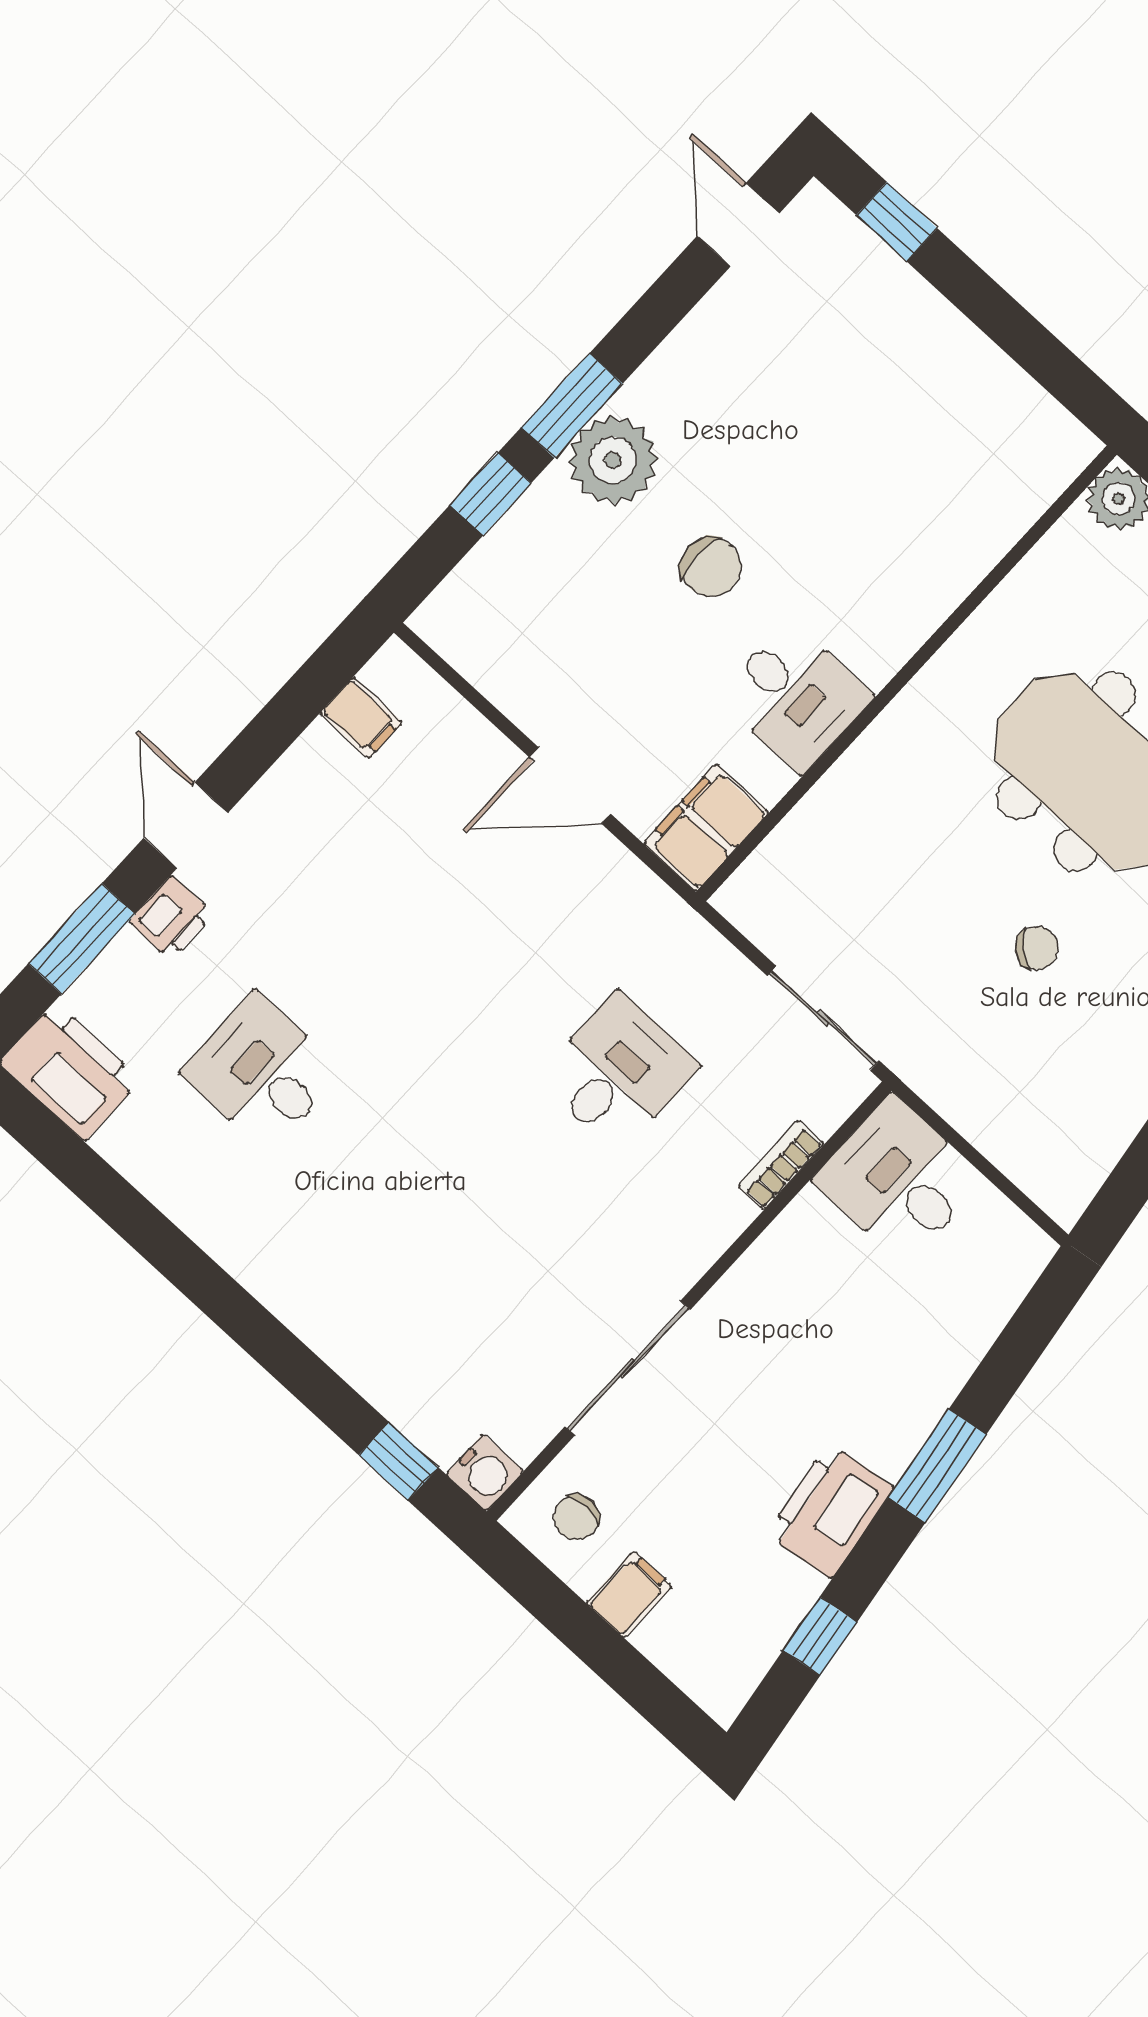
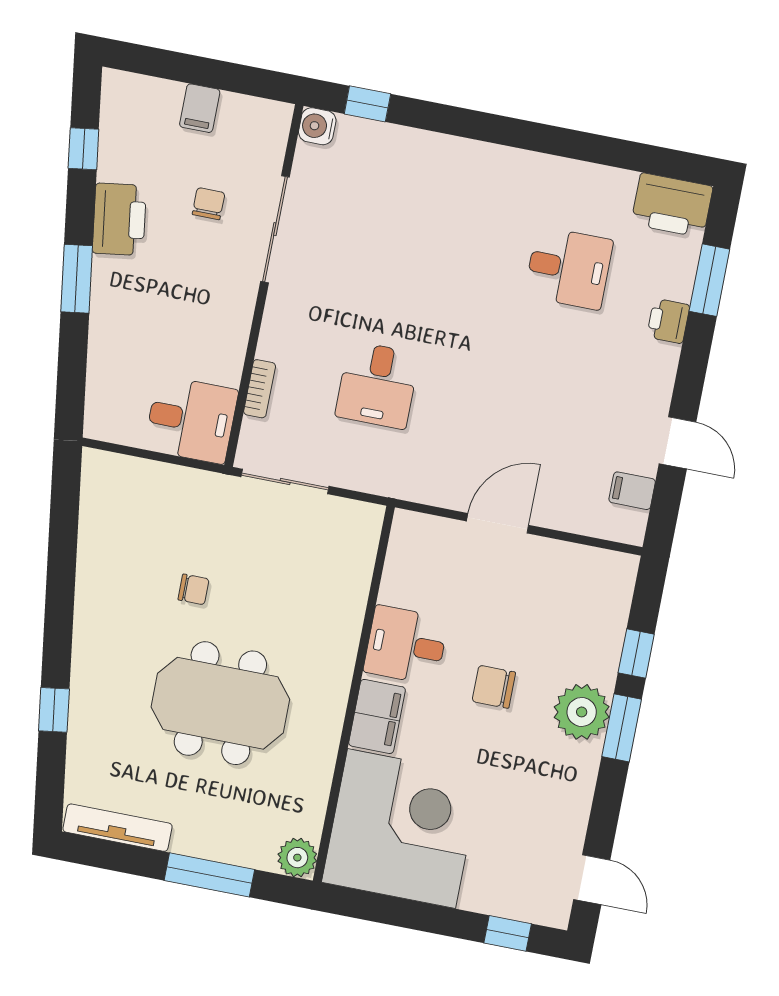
corner desk: (954, 452) -> (401, 829), added
door: (186, 825) -> (677, 443), moved
filing cabinet: (706, 828) -> (377, 716), moved
chair: (1037, 948) -> (194, 589), turned -130
chair: (576, 1517) -> (209, 204), moved

